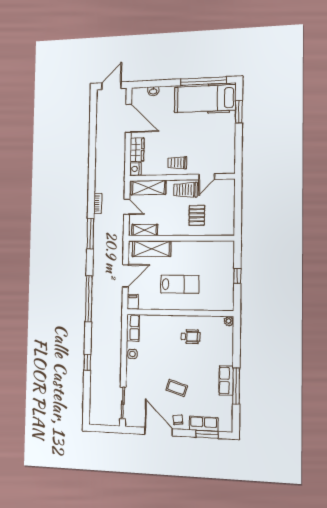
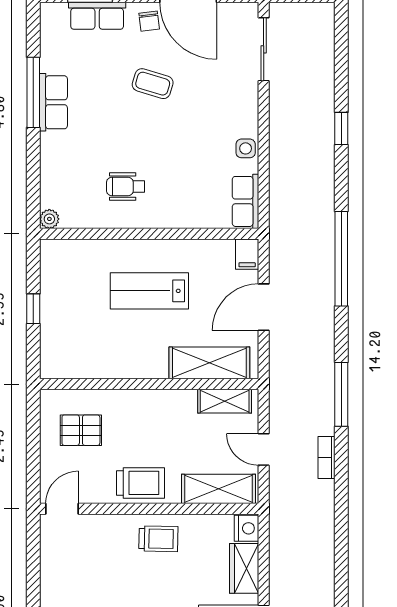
door: (207, 177) -> (62, 509), moved
pallet: (197, 215) -> (81, 430), moved, turned 90

